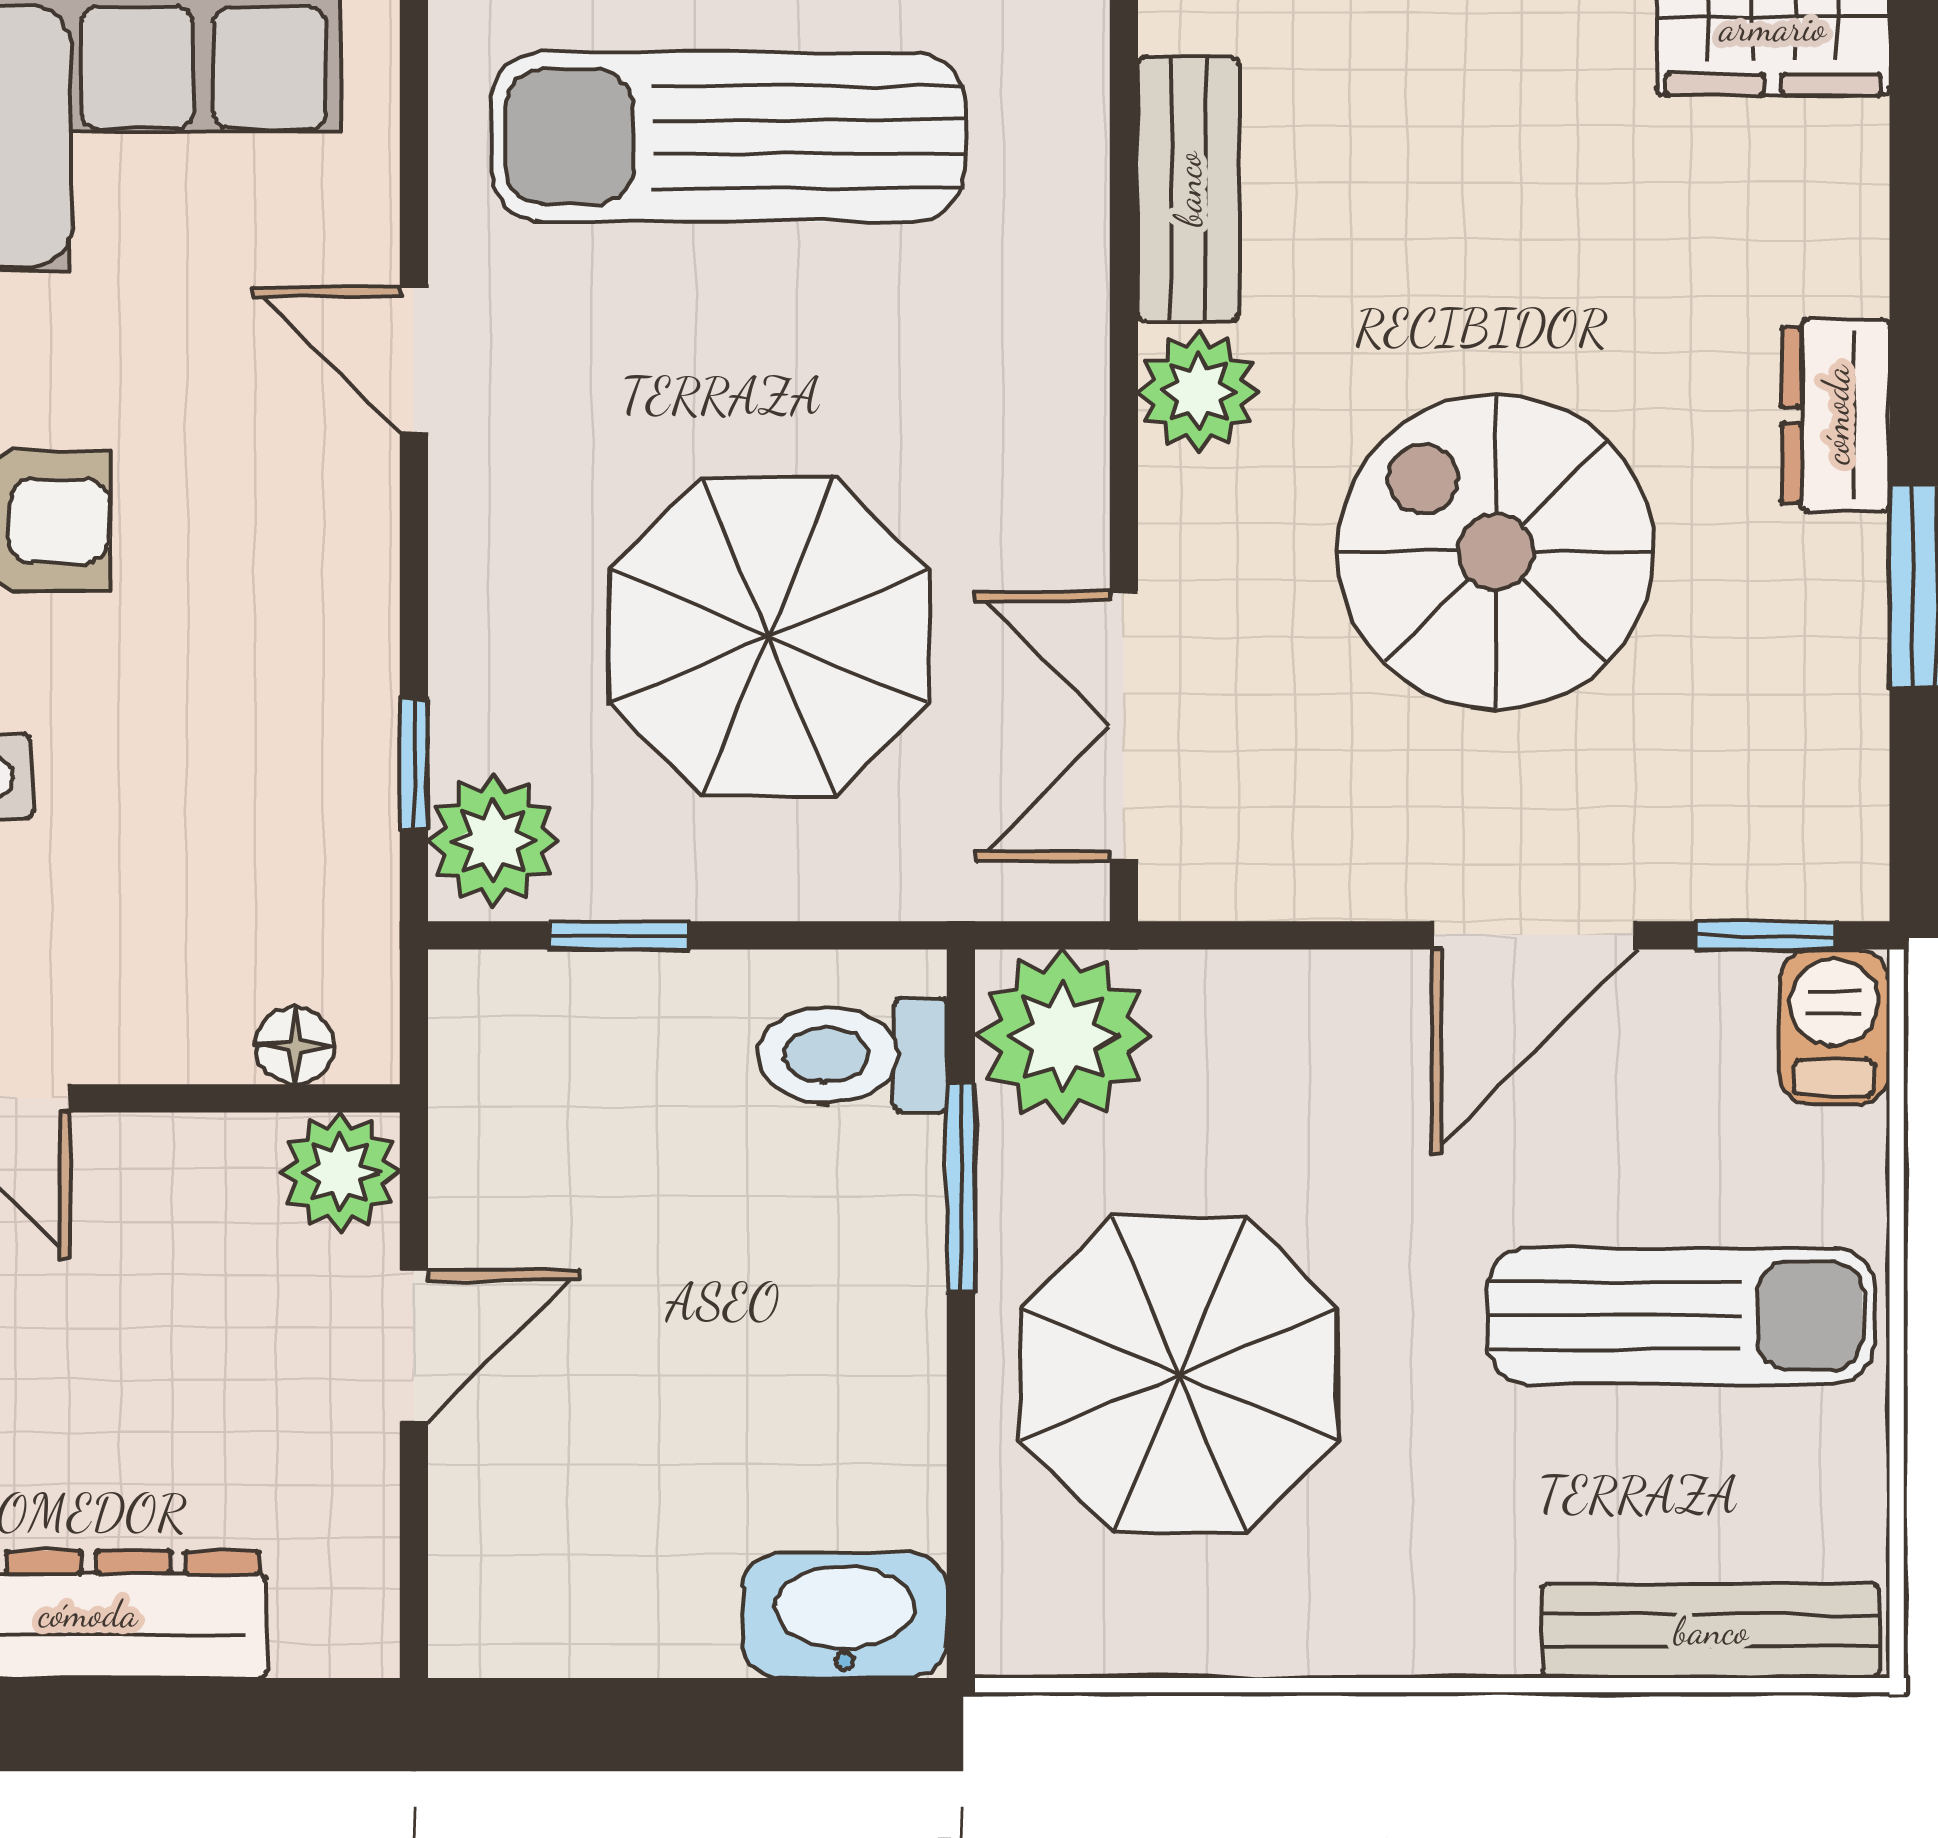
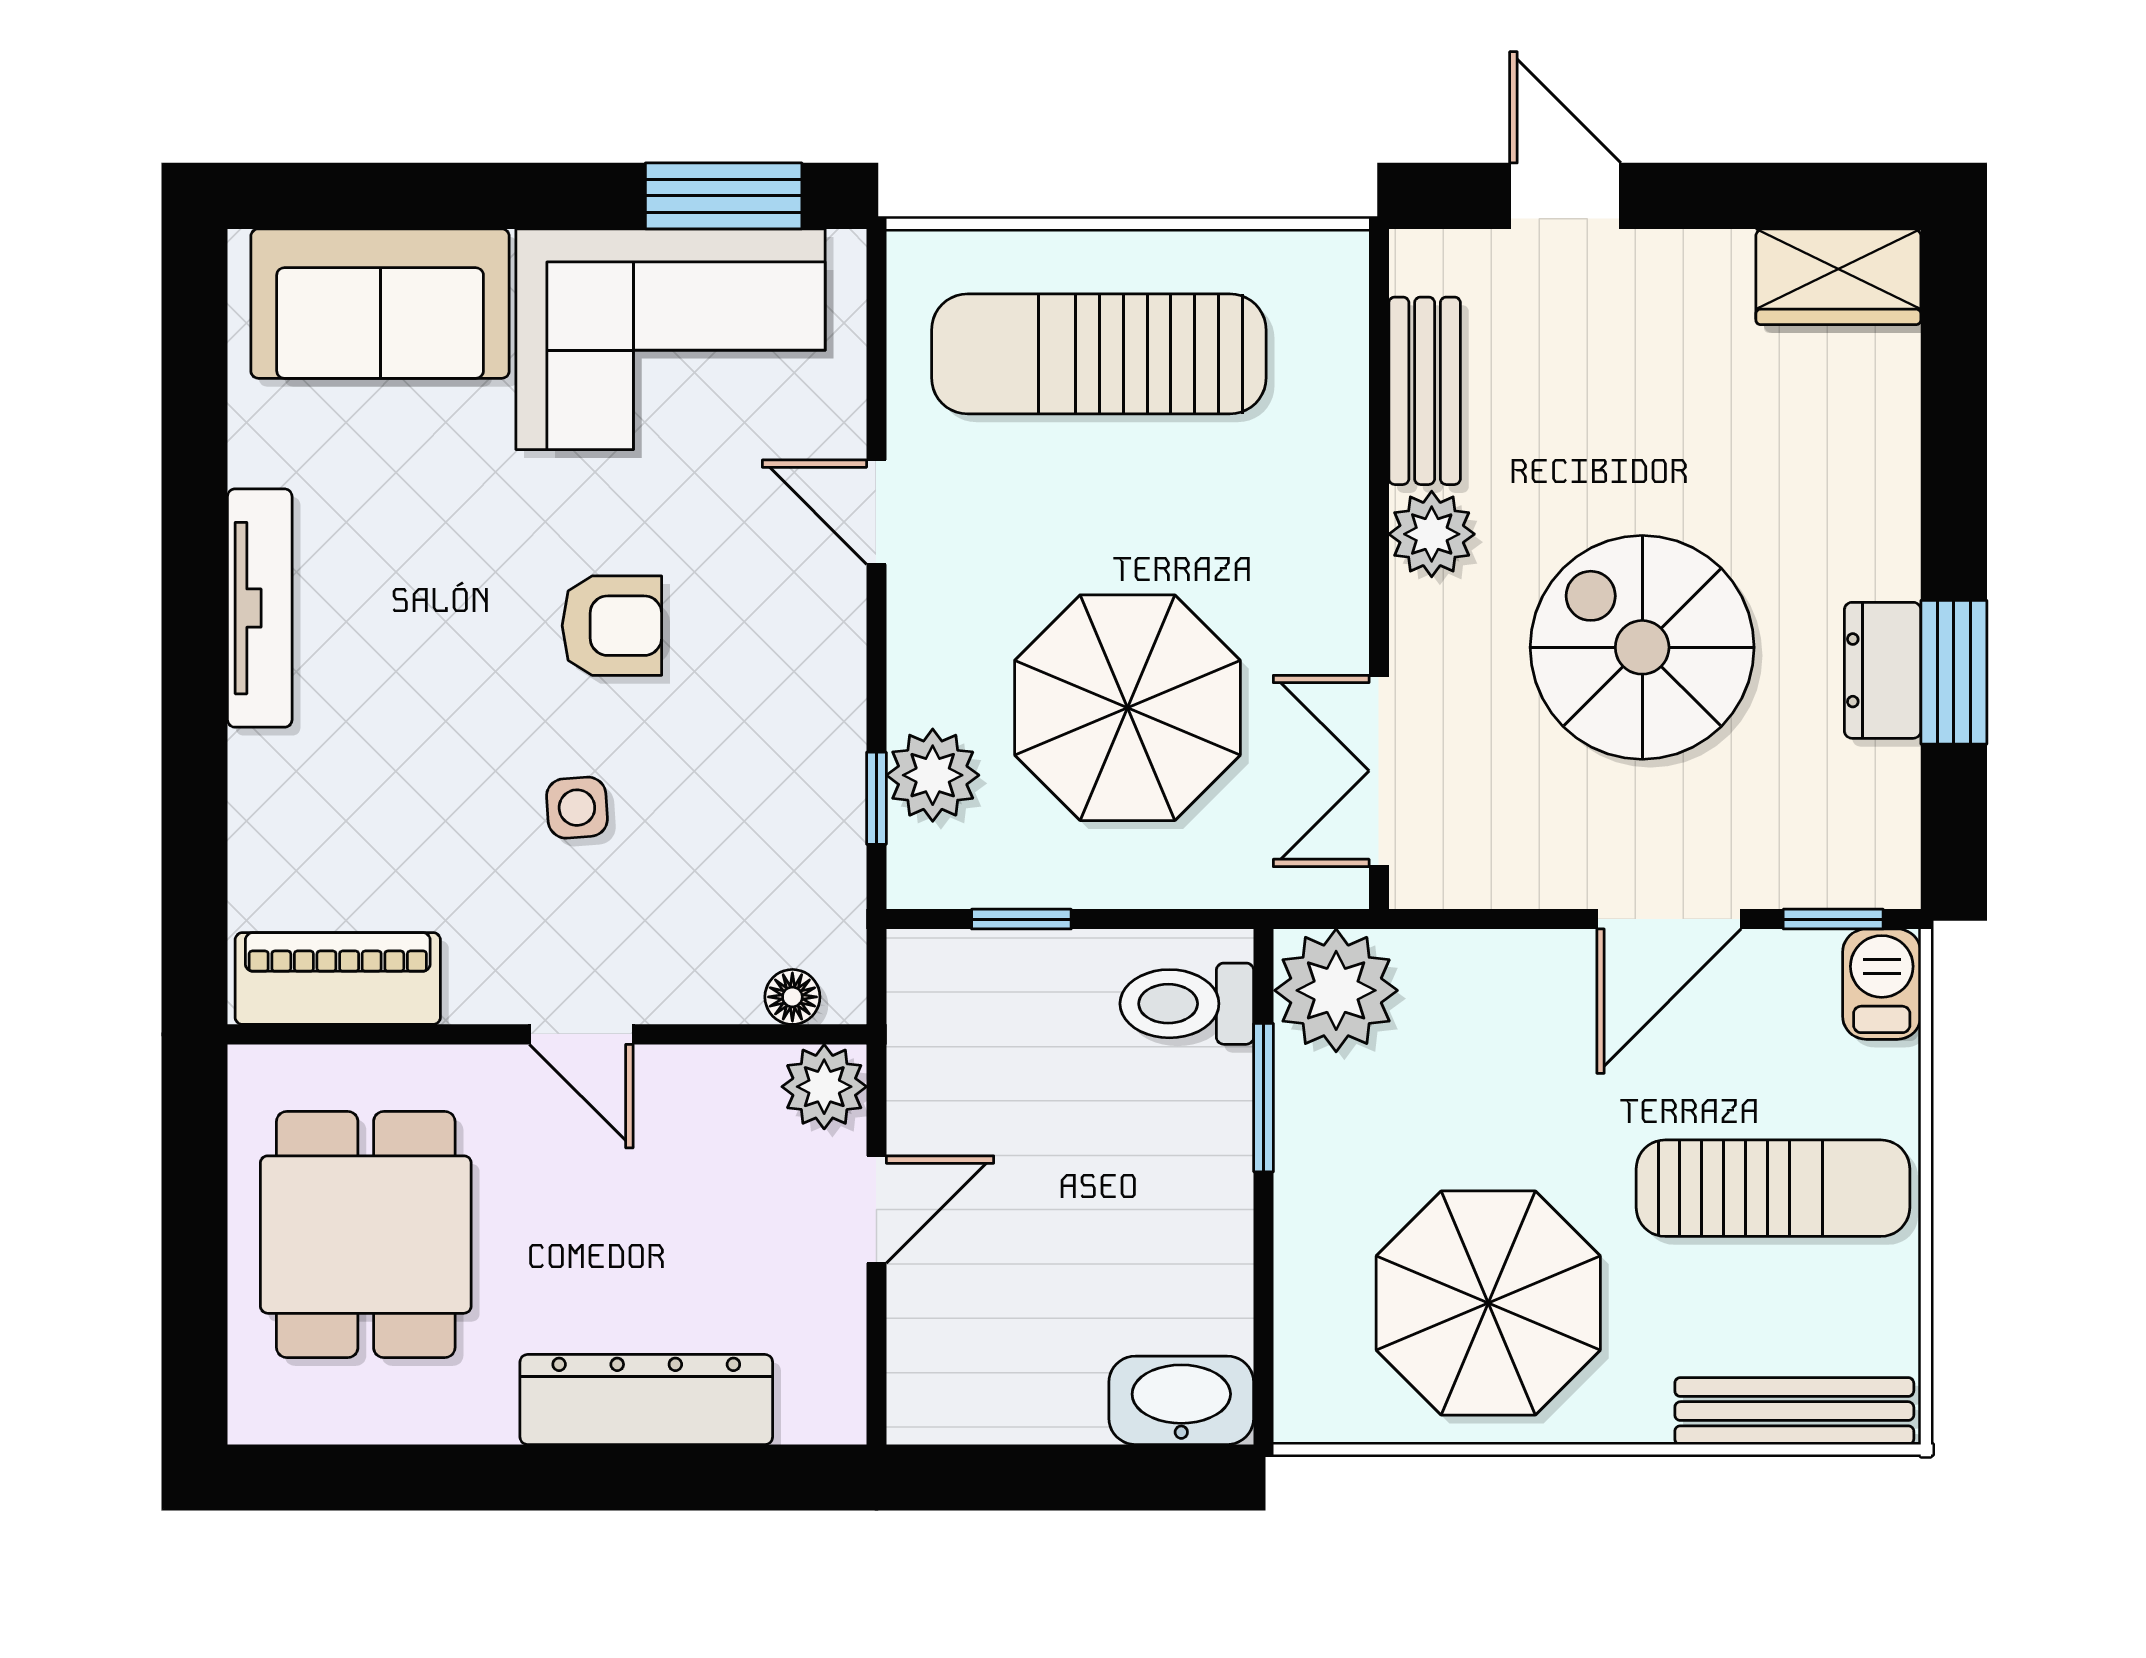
dresser: (1836, 415) -> (1883, 670), moved
plant: (493, 841) -> (933, 775), moved
parasol: (1179, 1375) -> (1488, 1303), moved

